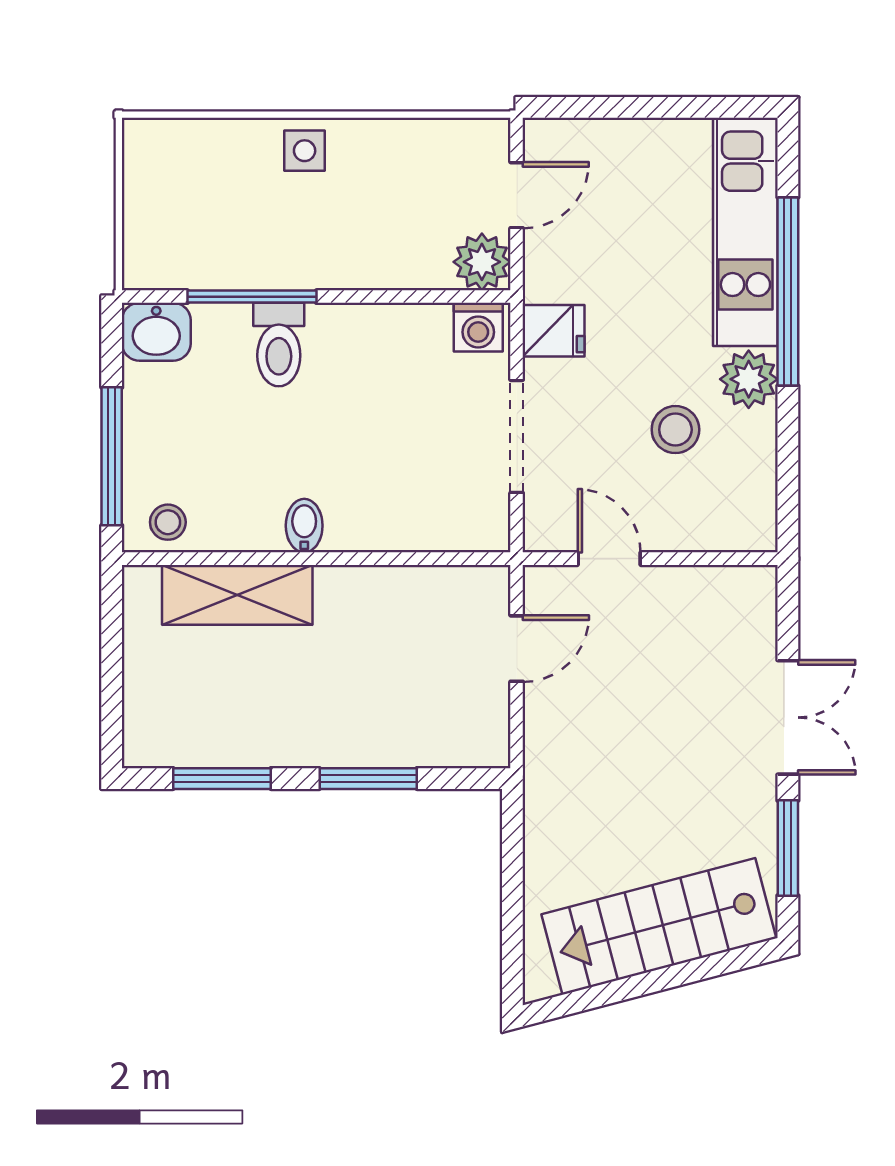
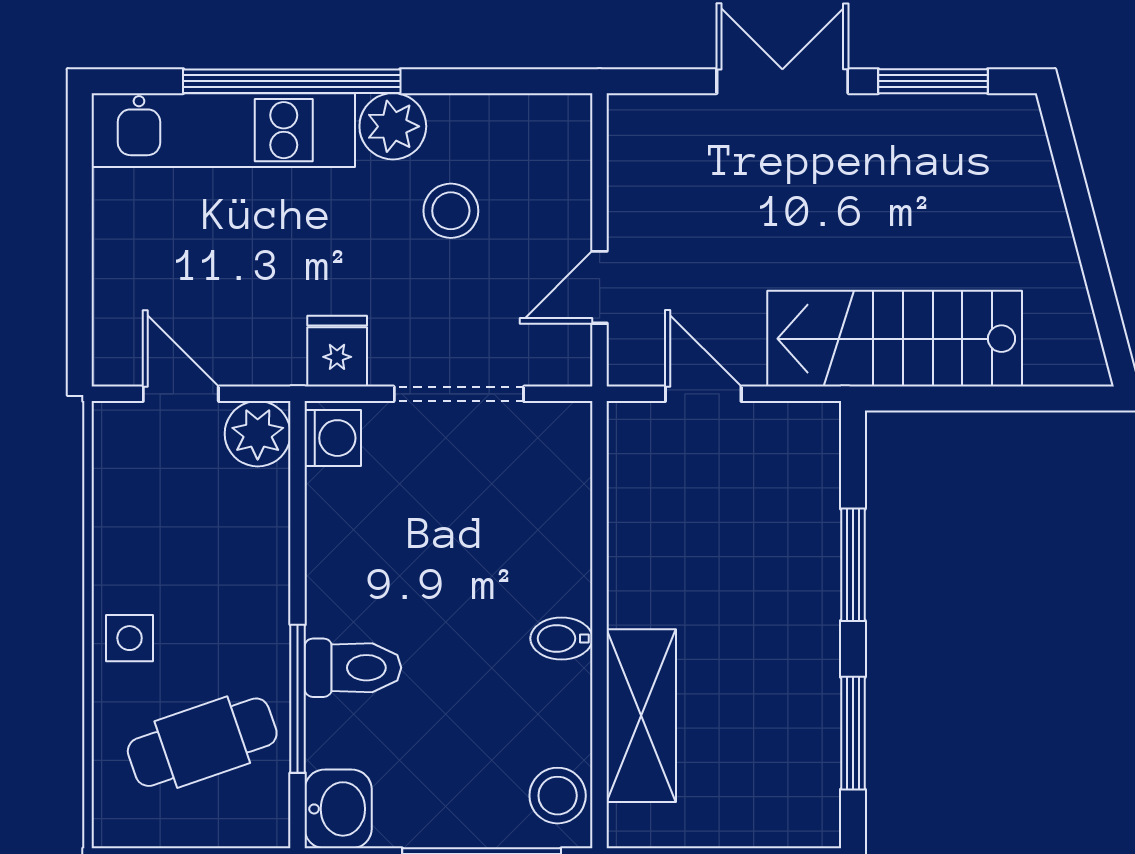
cafe table: (214, 214) -> (202, 742), added
stool: (168, 522) -> (558, 796), width x1.37, depth x1.37
stairs: (659, 926) -> (895, 339), moved, turned 105

